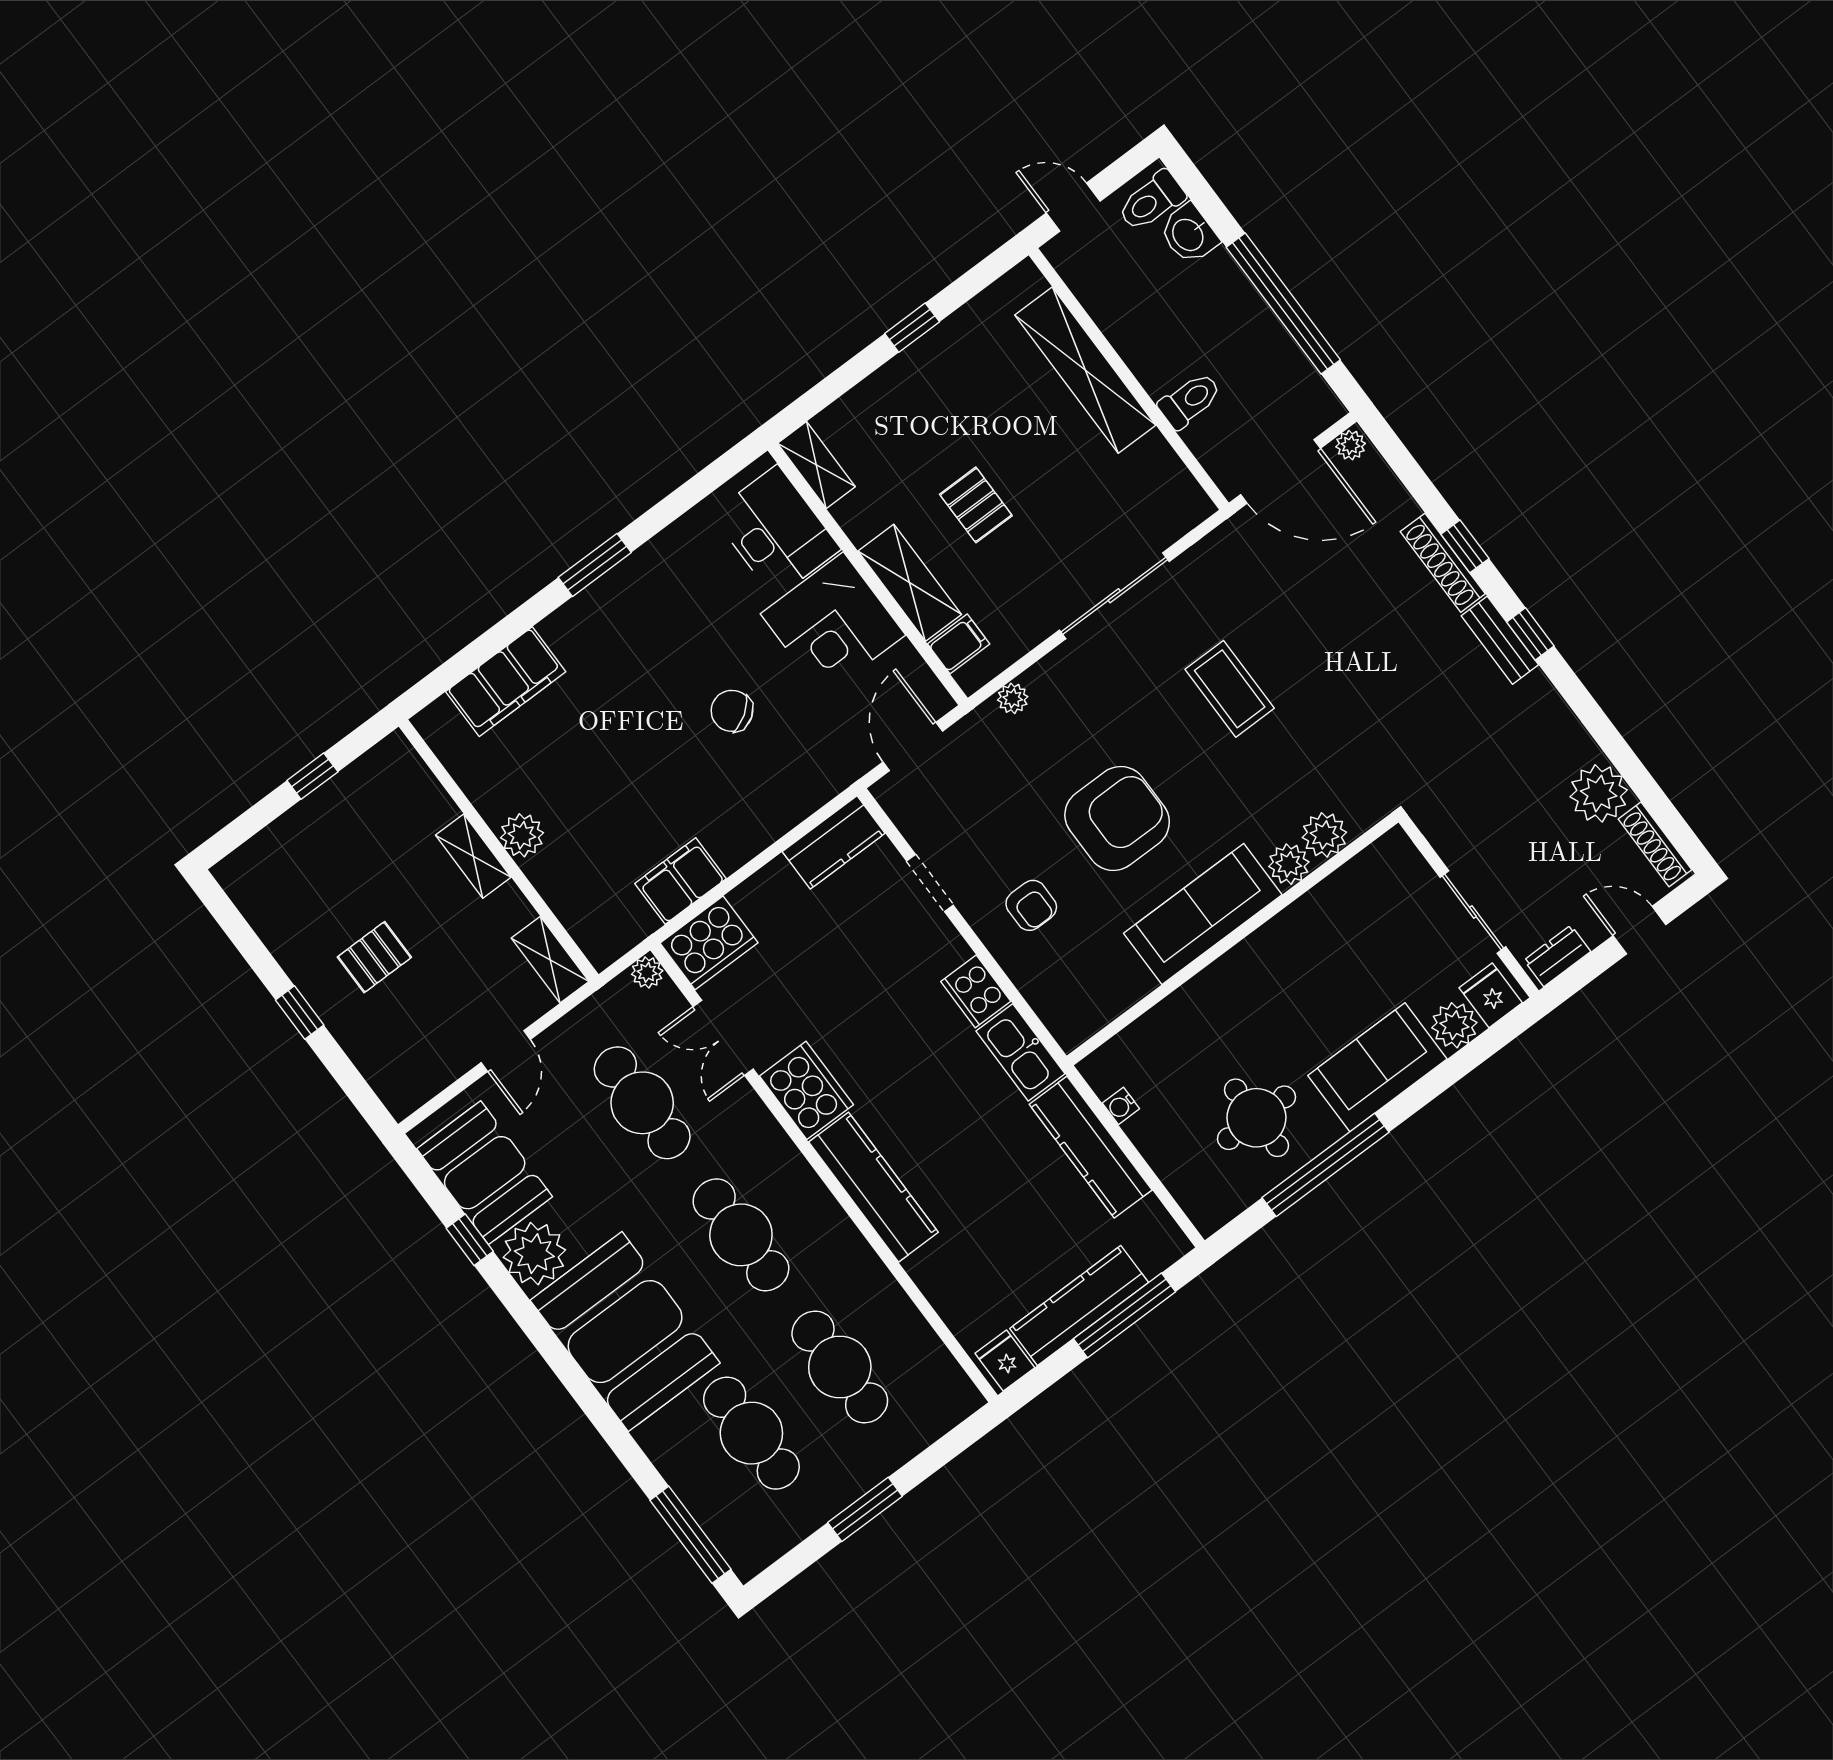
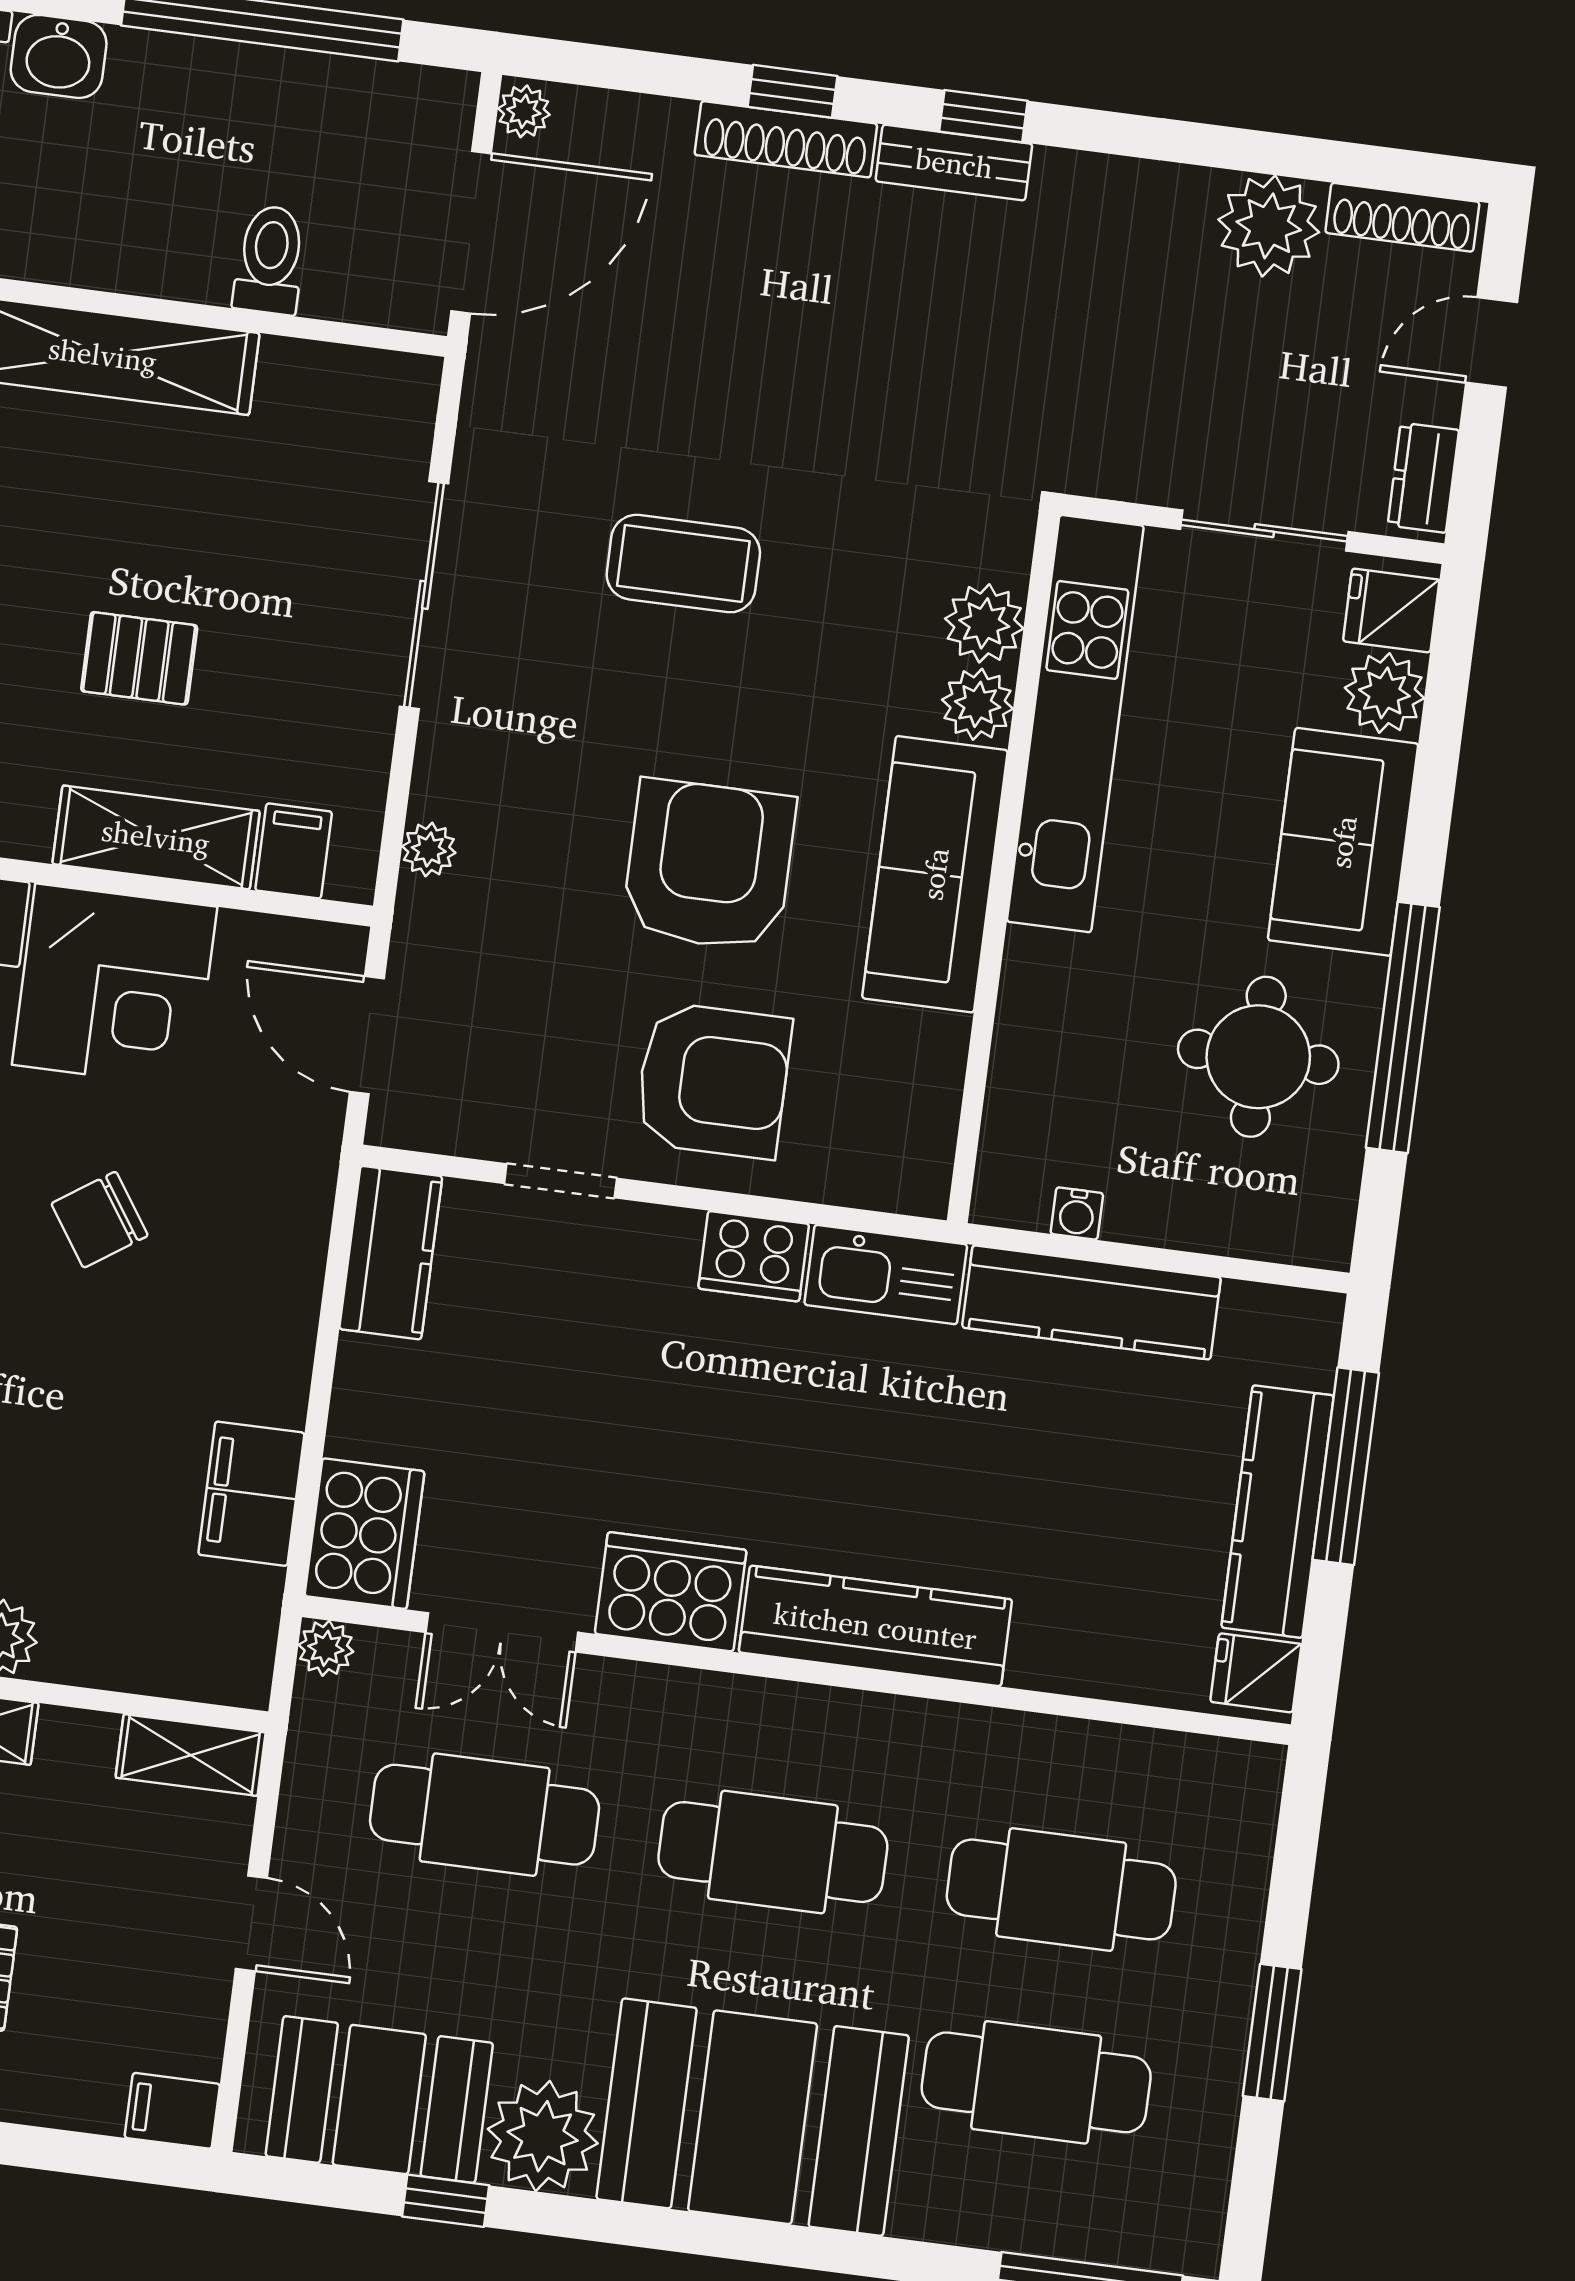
armchair: (1031, 905) -> (713, 1080), width x1.88, depth x1.88
kitchen unit: (1320, 912) -> (1075, 724), added
filing cabinet: (398, 1093) -> (172, 2111), added

